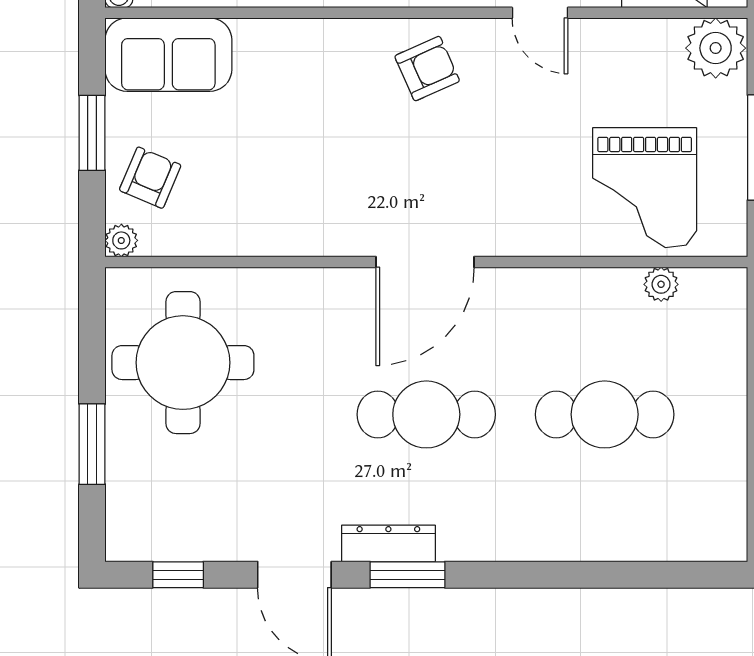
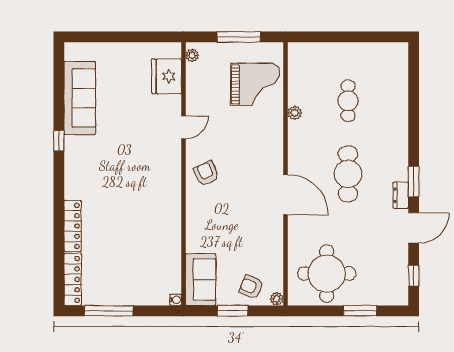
plant: (716, 48) -> (192, 55), width x0.53, depth x0.53
door: (425, 262) -> (286, 195), moved
plant: (661, 284) -> (295, 113), moved
cafe table: (605, 414) -> (348, 101), width x0.73, depth x0.74
dresser: (388, 543) -> (401, 195), width x0.70

